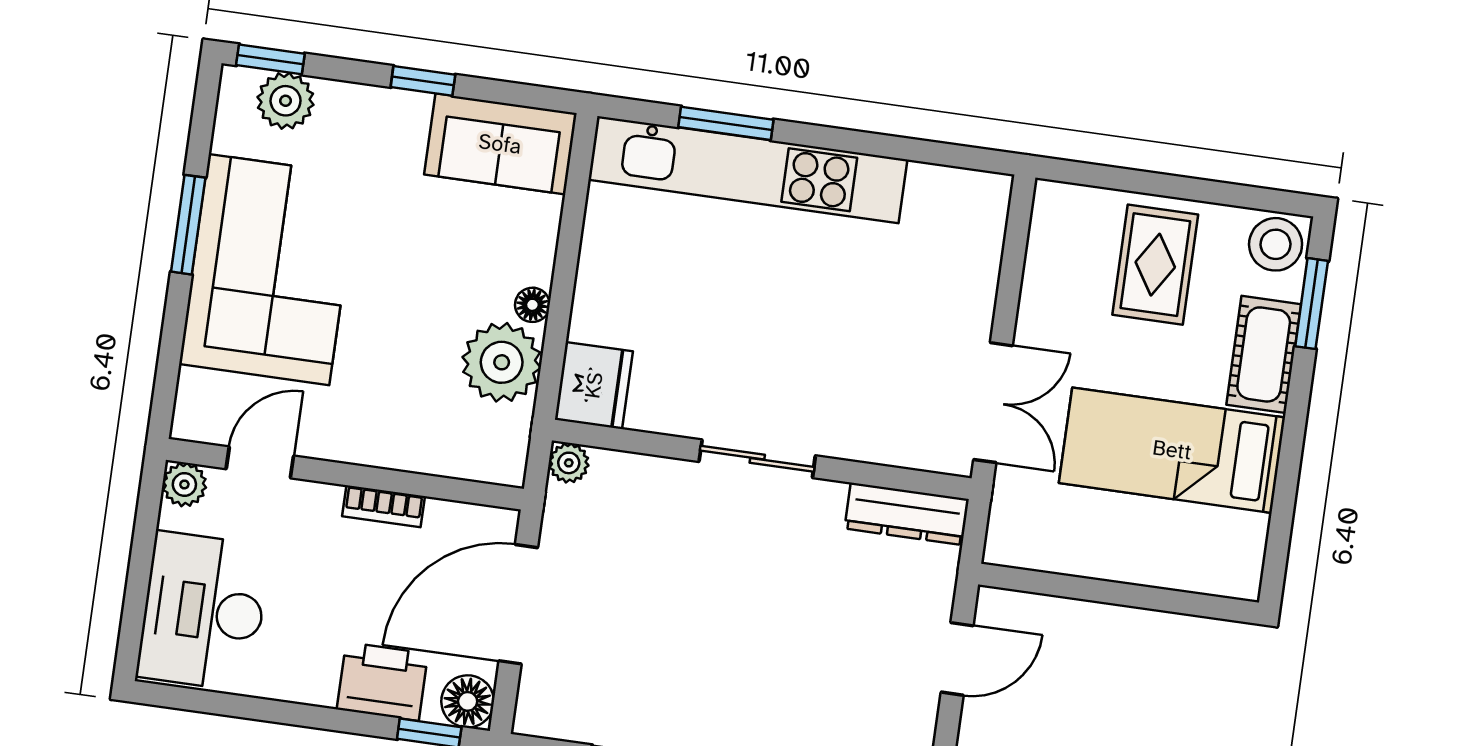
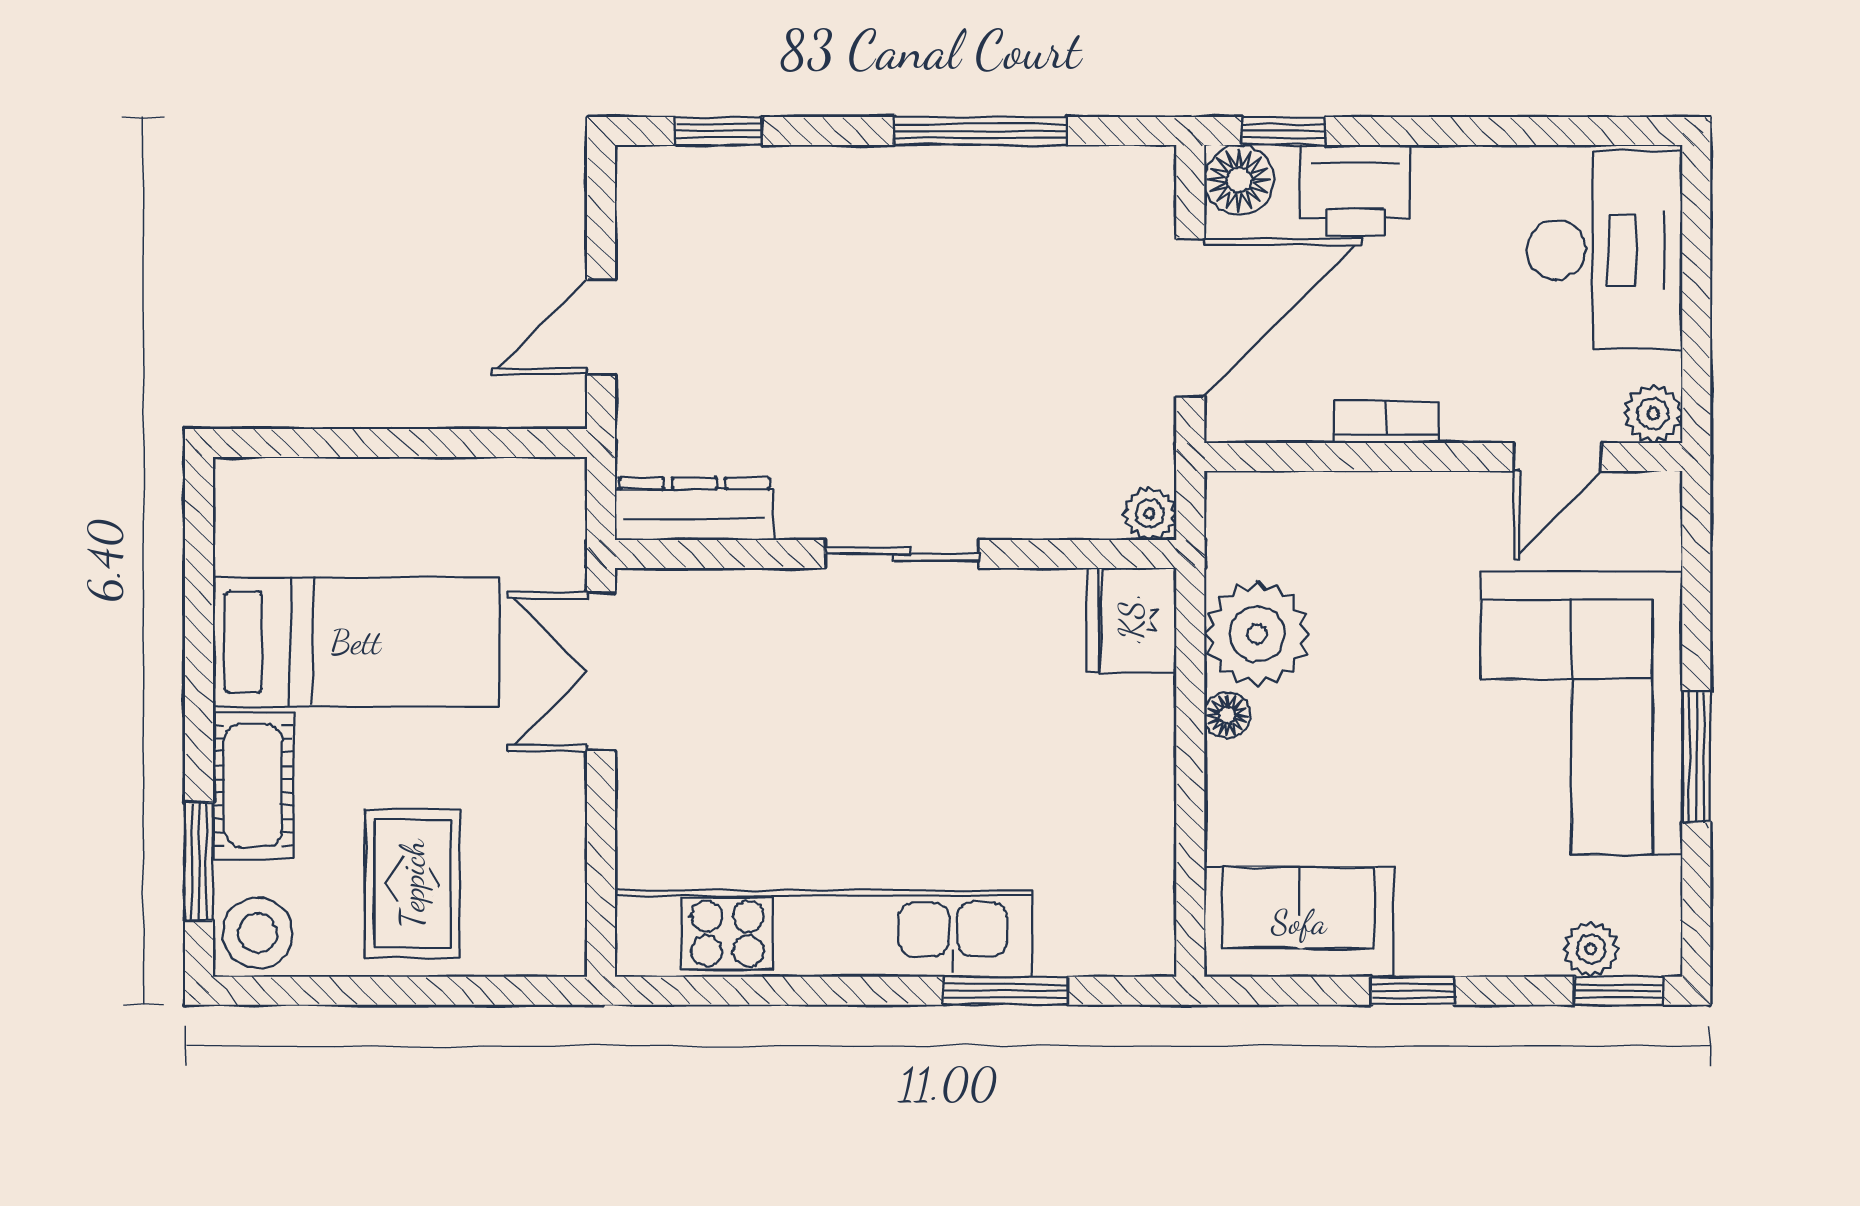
plant: (286, 101) -> (1591, 949), width x0.73, depth x0.73
kitchen unit: (748, 170) -> (824, 934), moved

